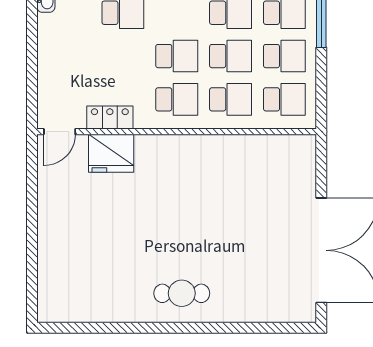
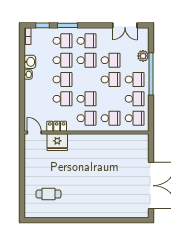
school desk: (231, 56) -> (62, 99), moved
door: (60, 132) -> (34, 133), swing flipped
cafe table: (182, 293) -> (49, 194), moved

